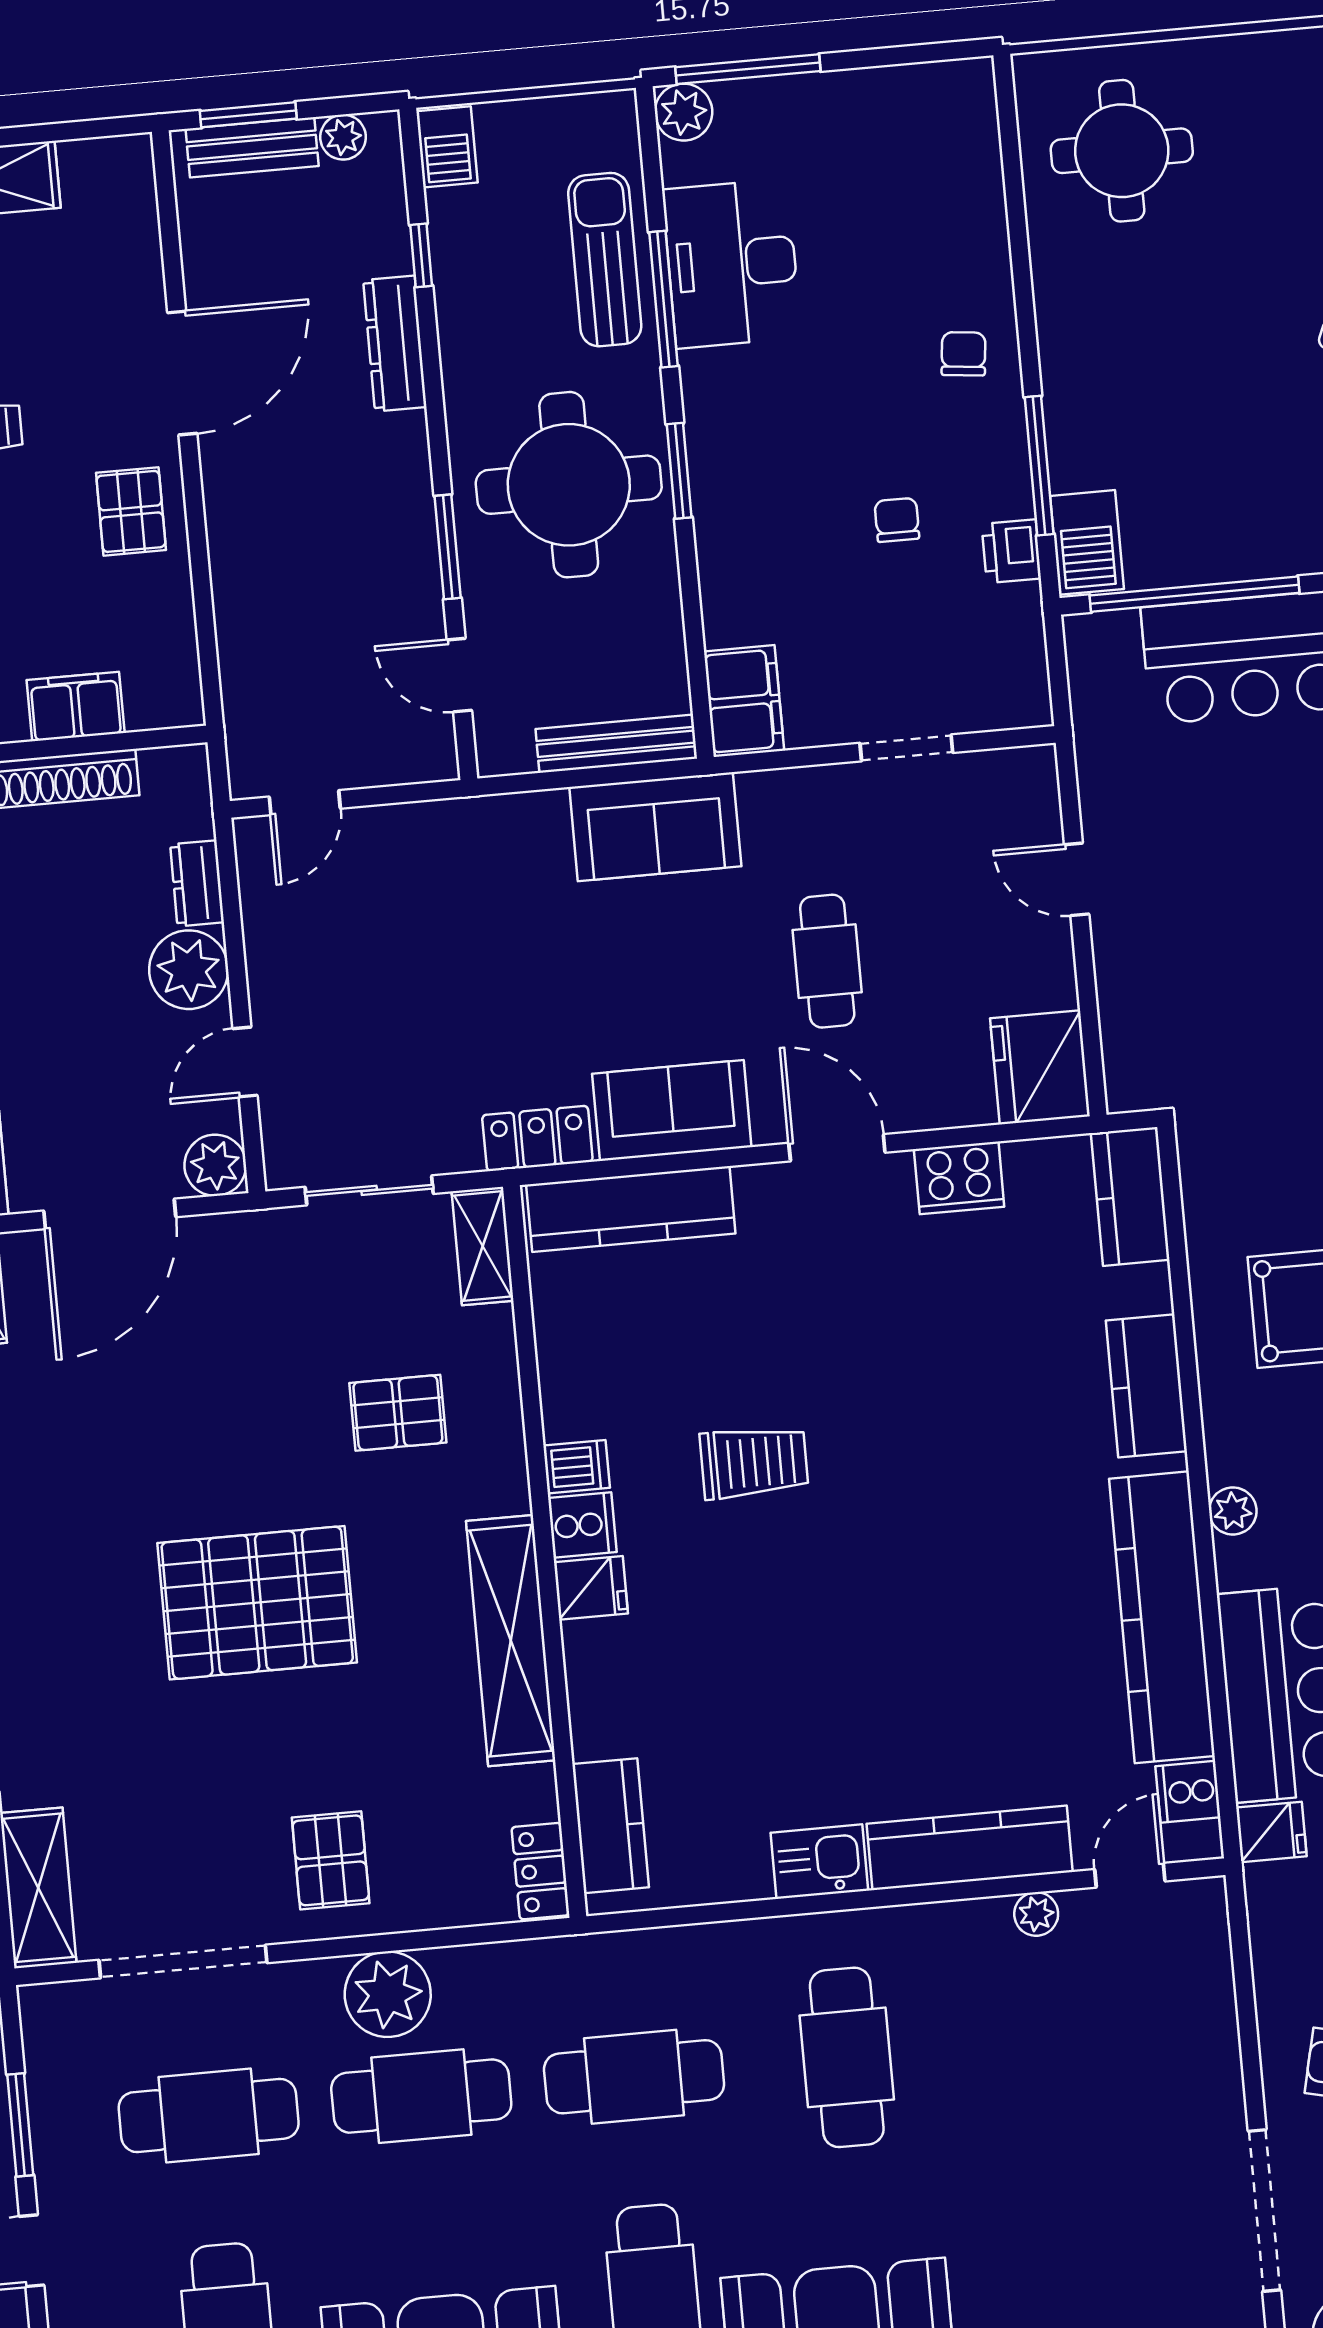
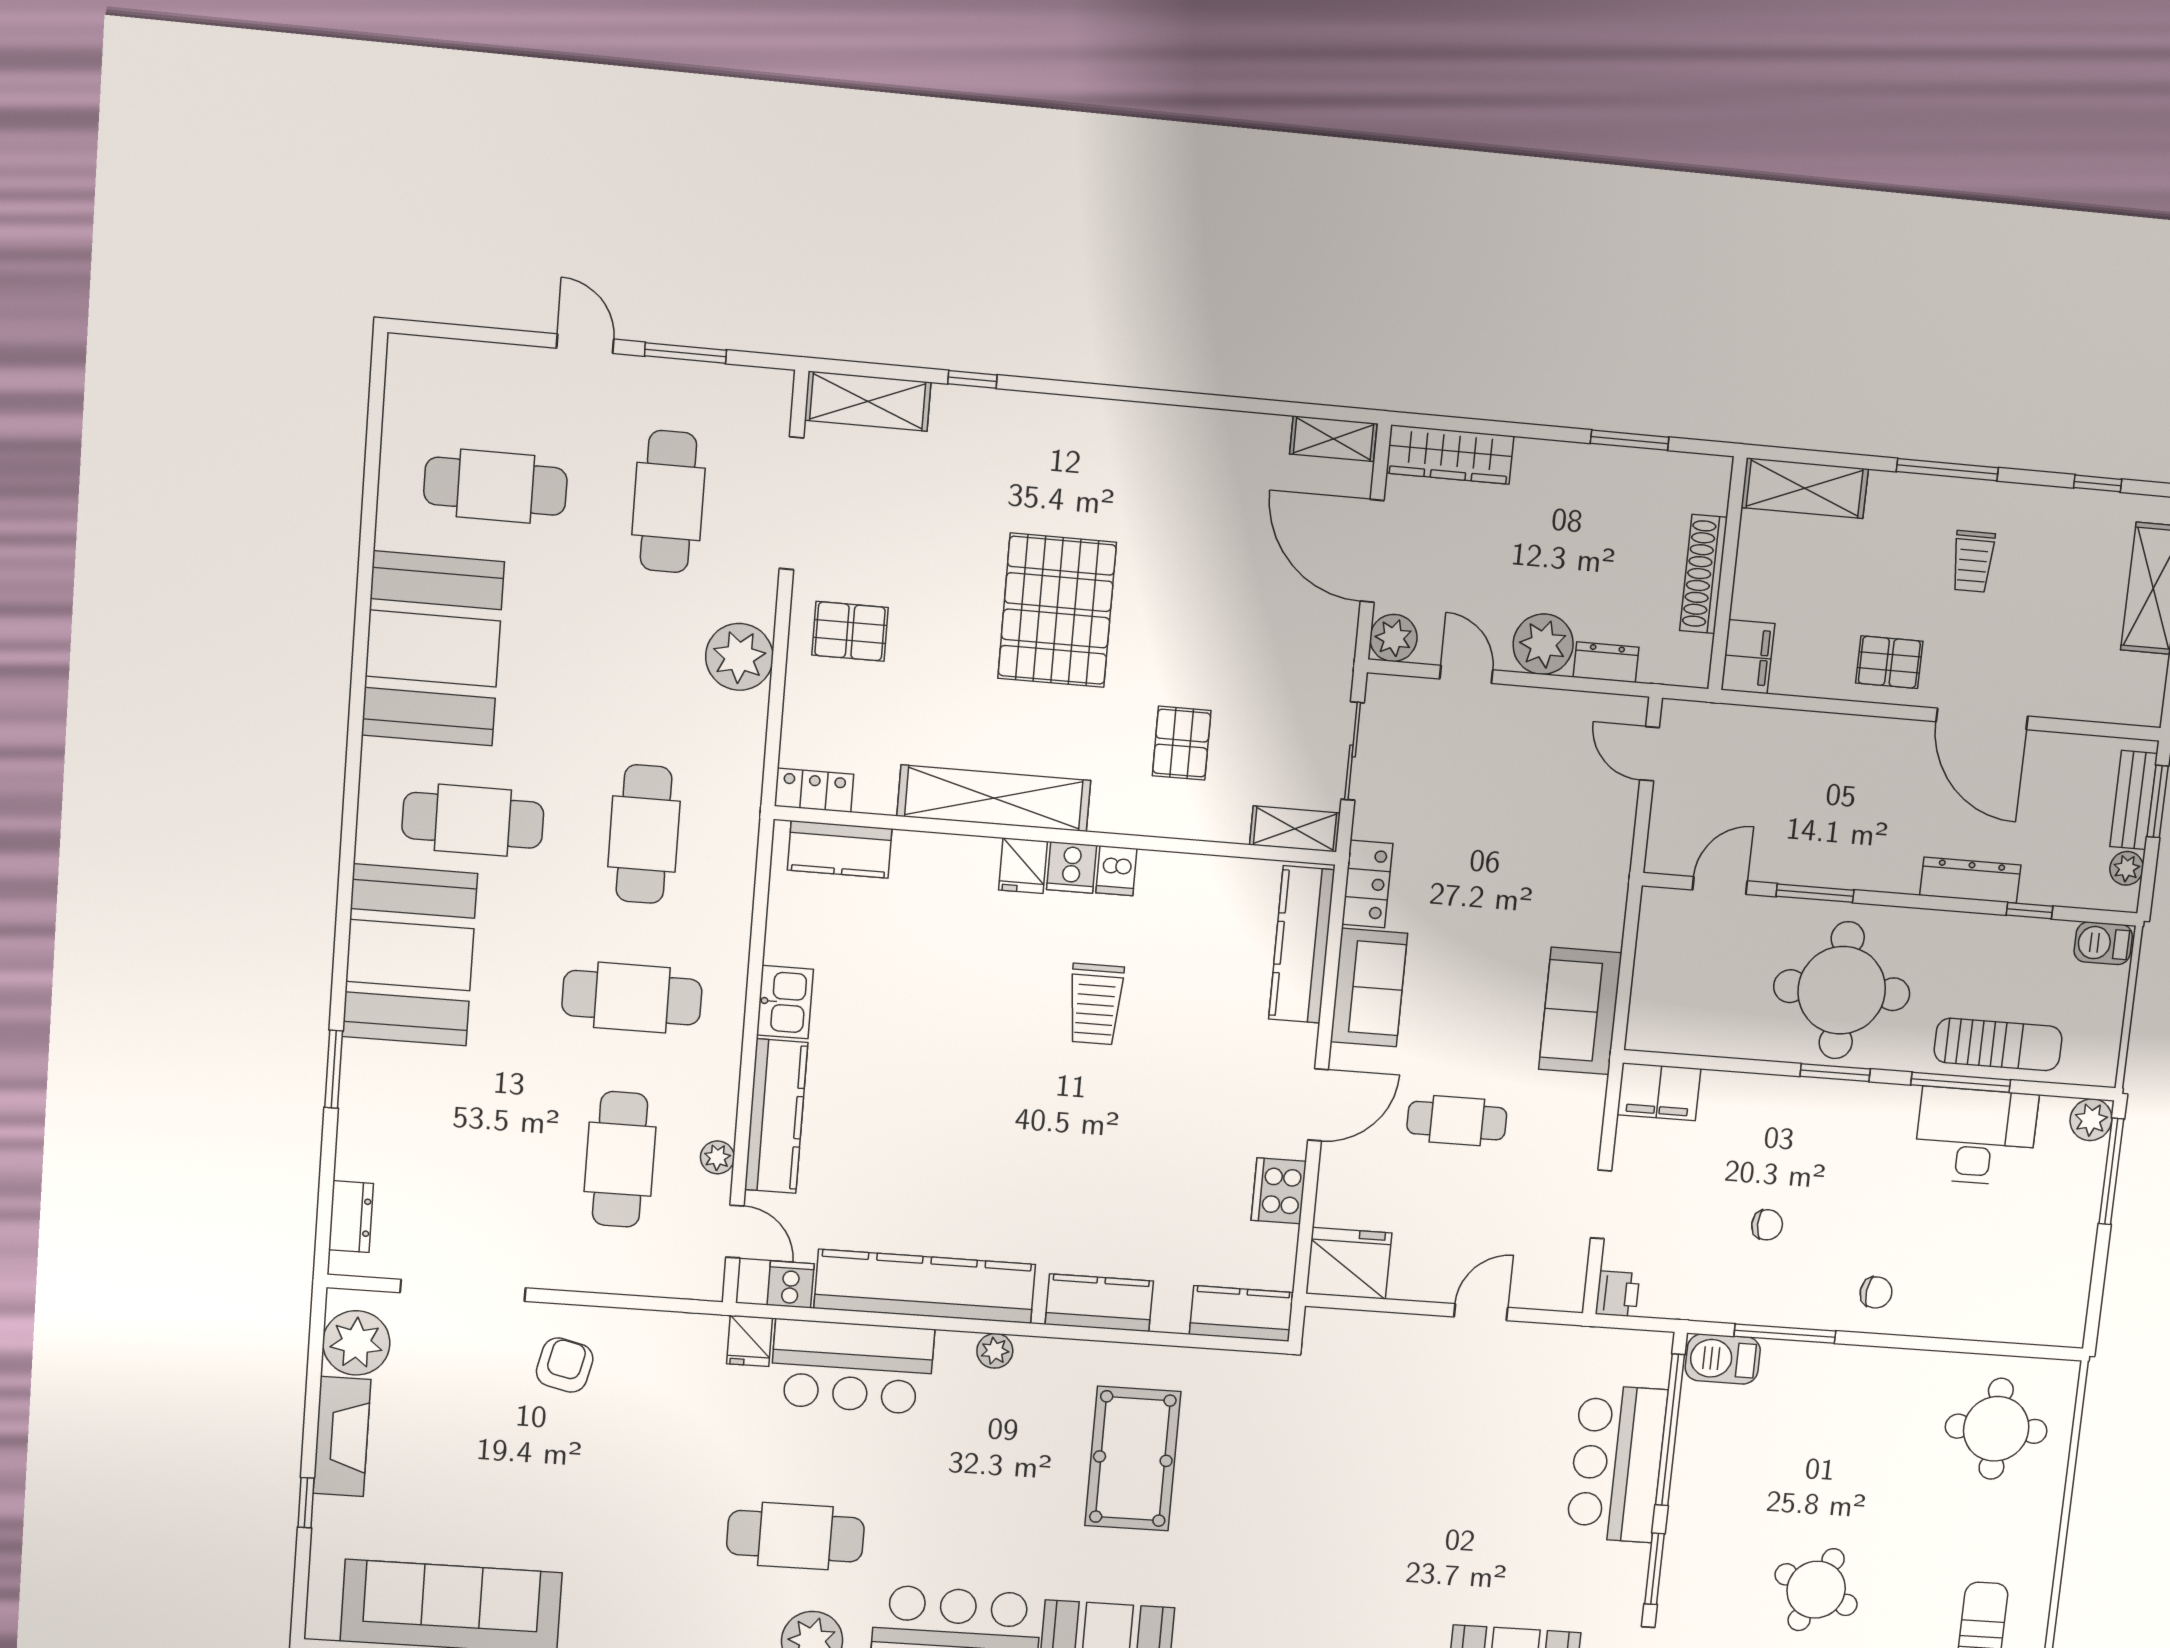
printer: (1011, 551) -> (1618, 1294), moved, turned 90
filing cabinet: (76, 706) -> (1748, 657), moved
bench: (616, 744) -> (1647, 993), removed
cafe table: (421, 2096) -> (620, 1159), moved

